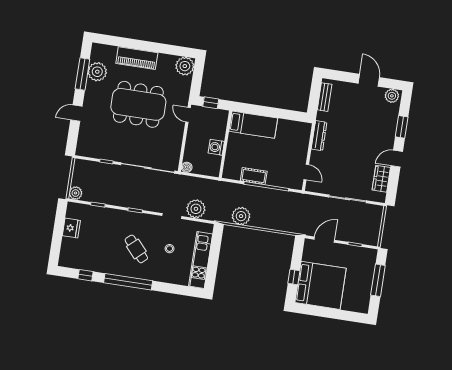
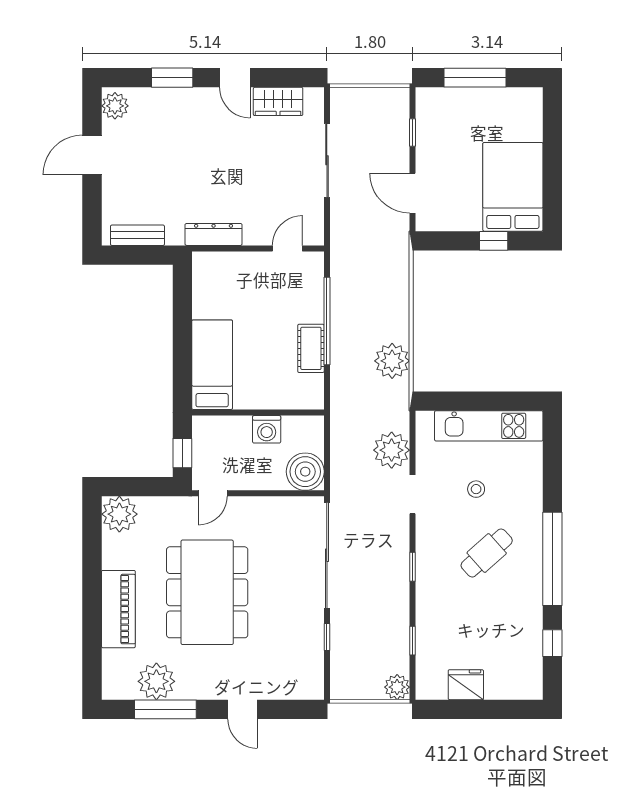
boiler: (187, 167) -> (305, 472), width x1.86, depth x1.86
bed: (321, 285) -> (513, 187), width x0.73

